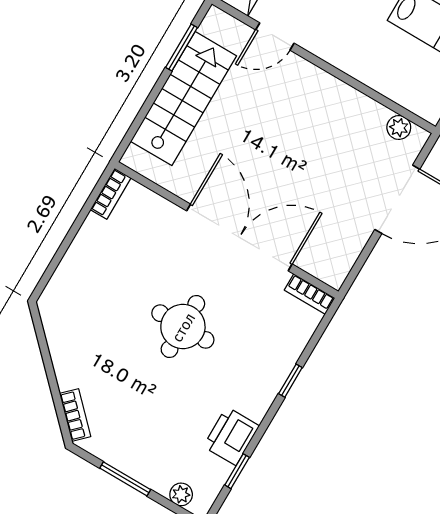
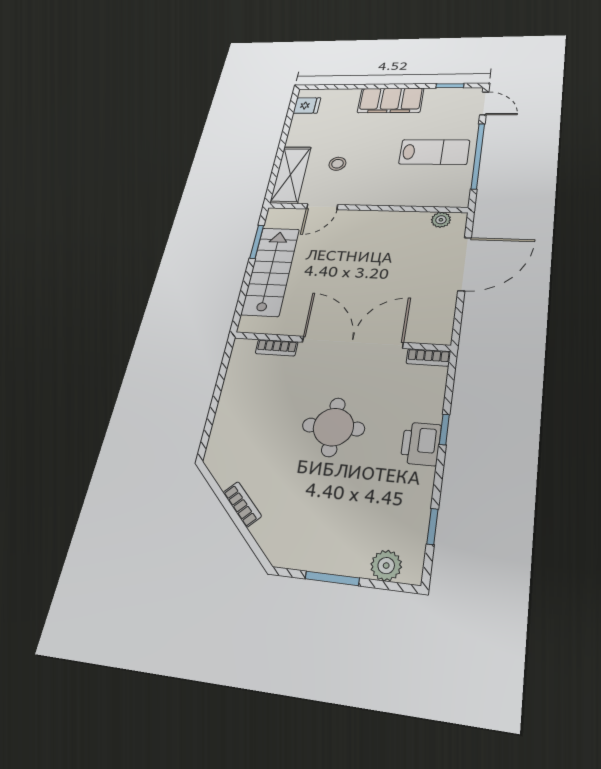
bookcase: (111, 194) -> (277, 348), moved, turned 90
bookcase: (75, 415) -> (242, 504), moved
printer: (231, 436) -> (421, 444), moved
plant: (181, 494) -> (386, 566), width x1.38, depth x1.38

